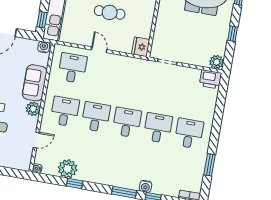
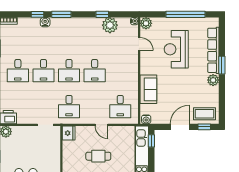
plant: (33, 109) -> (146, 23), moved
desk: (65, 112) -> (69, 107), moved
door: (36, 140) -> (139, 44), swing flipped

